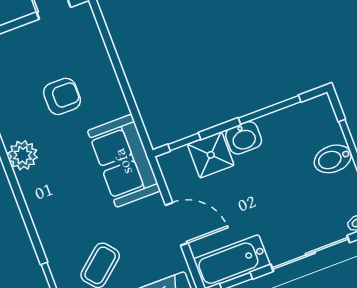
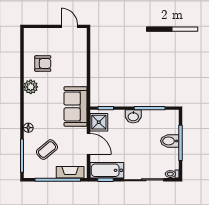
armchair: (62, 96) -> (43, 63), moved
shower: (211, 155) -> (99, 122), moved
floor lamp: (48, 237) -> (28, 128), added

